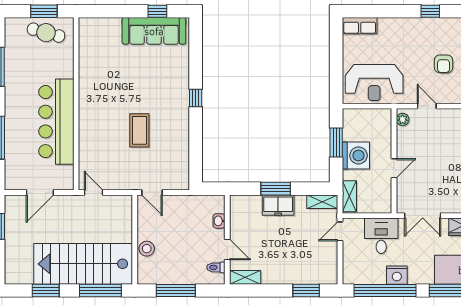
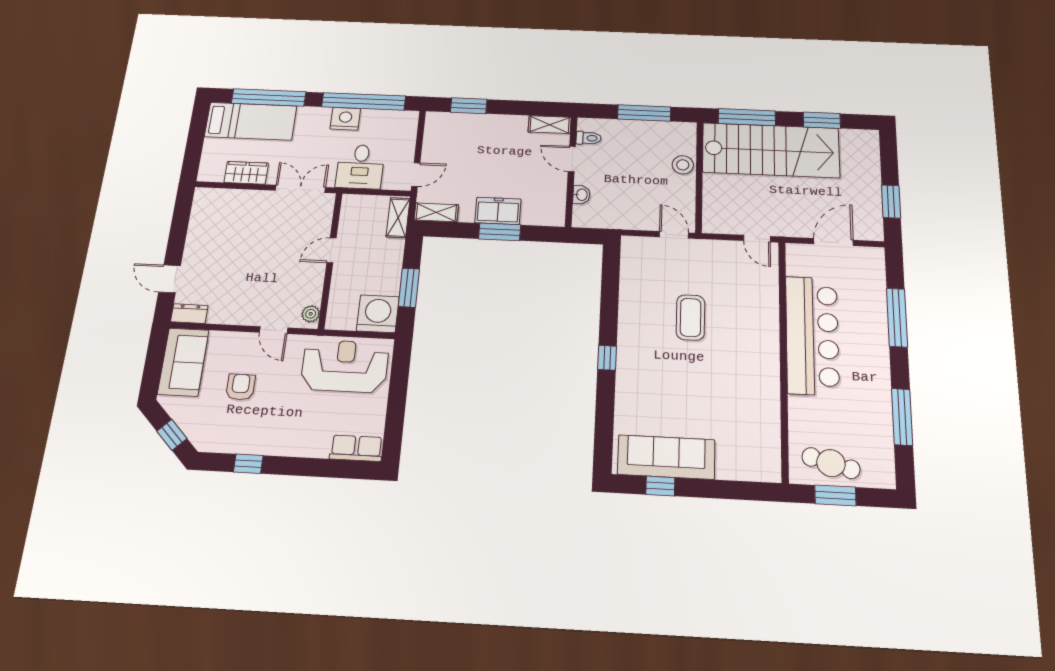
washing machine: (356, 155) -> (378, 314), moved, turned 90

